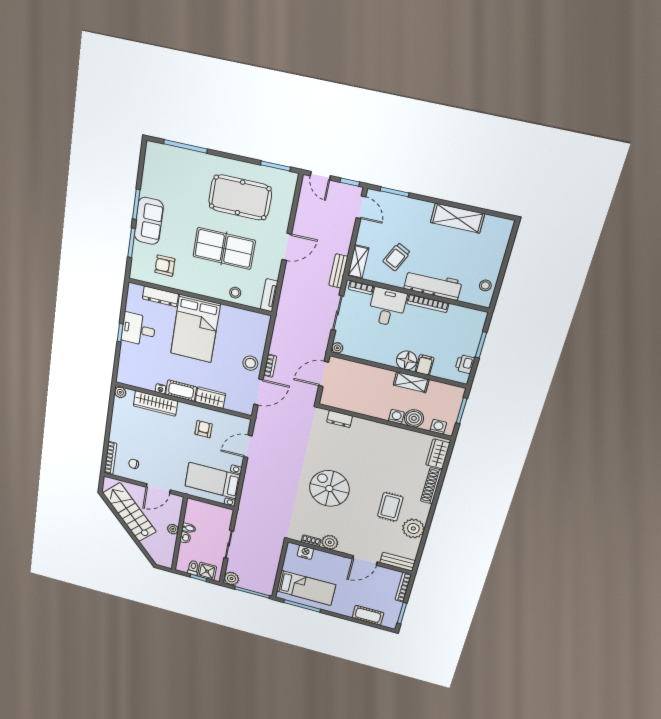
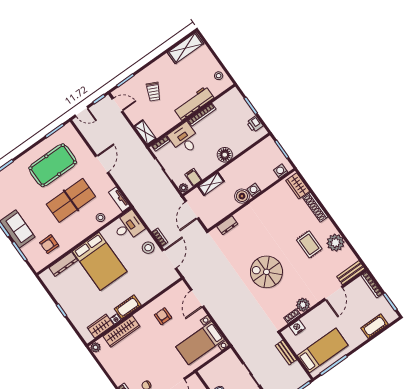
shelving: (457, 218) -> (185, 48), moved
trolley: (397, 257) -> (153, 92), moved
bench: (338, 271) -> (286, 353), moved
desk: (138, 329) -> (128, 226), moved, turned 180
filing cabinet: (425, 365) -> (193, 177), moved
shelving: (411, 382) -> (211, 184), moved
wardrobe: (210, 398) -> (100, 326), moved
boiler: (414, 418) -> (242, 196), moved

